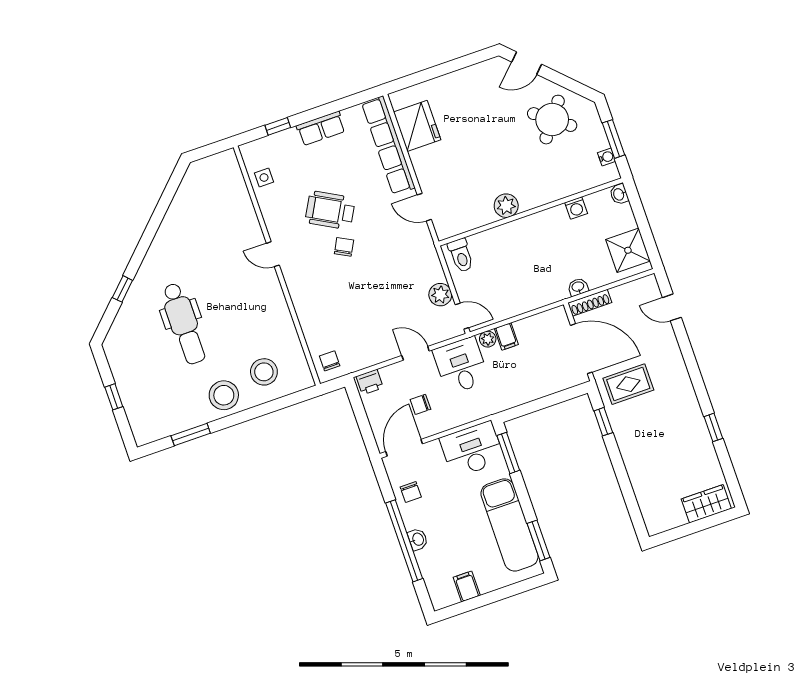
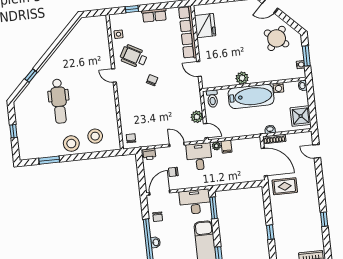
wheelchair: (330, 210) -> (134, 56), moved
bathtub: (530, 235) -> (251, 96), added
window: (603, 422) -> (270, 232), moved

